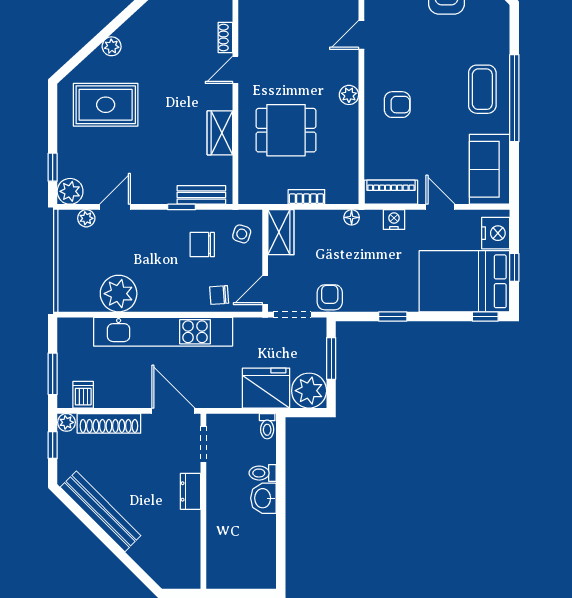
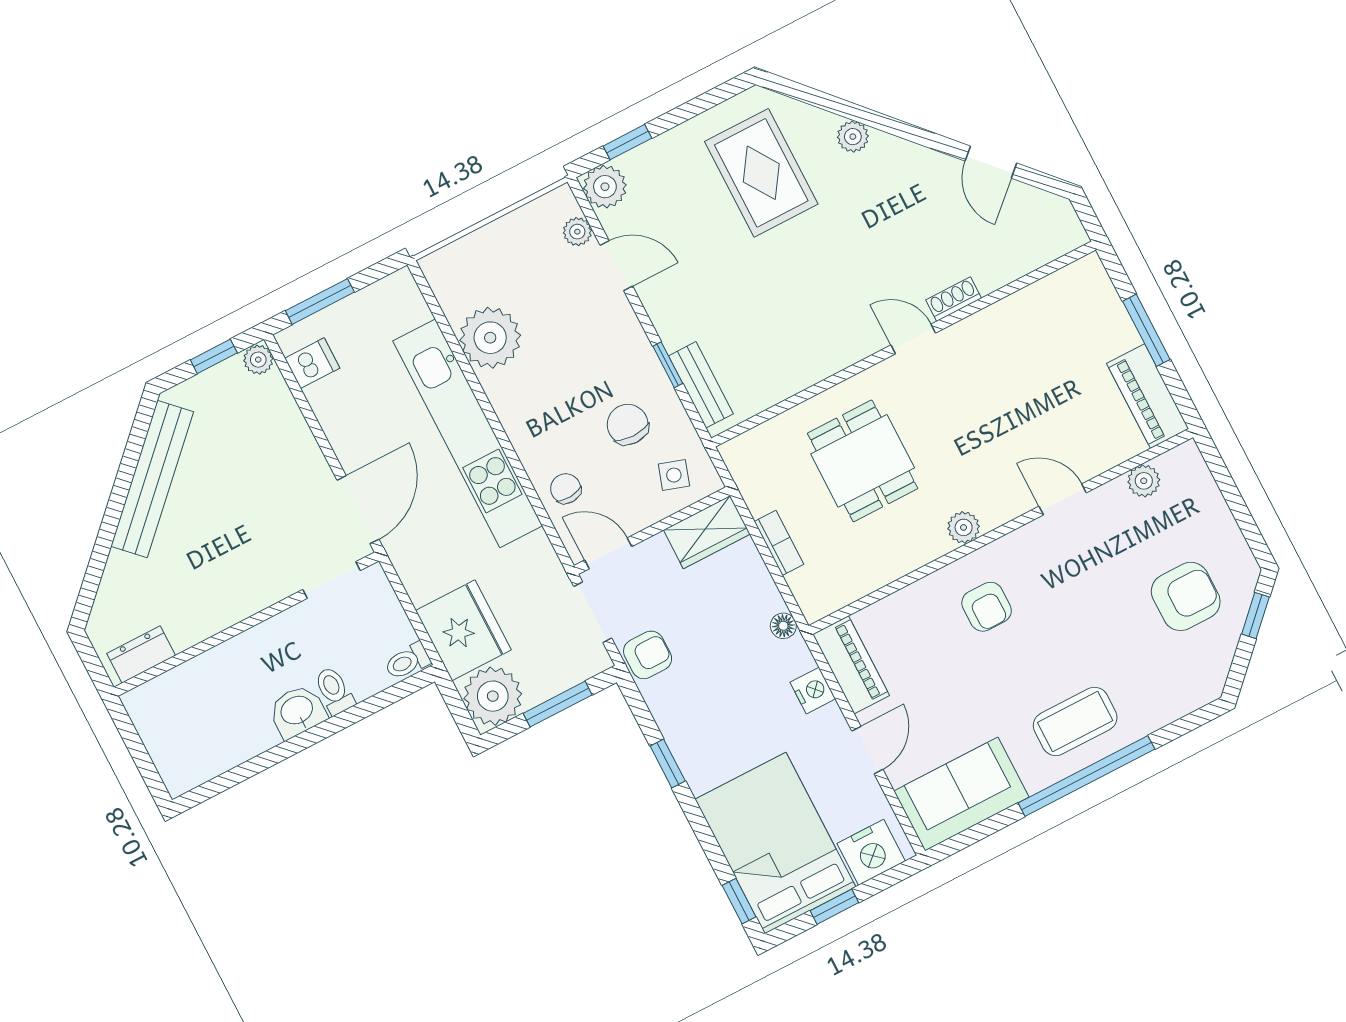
wardrobe: (220, 133) -> (808, 365), removed
shoe rack: (109, 423) -> (290, 423), removed
dresser: (190, 491) -> (141, 654), moved

